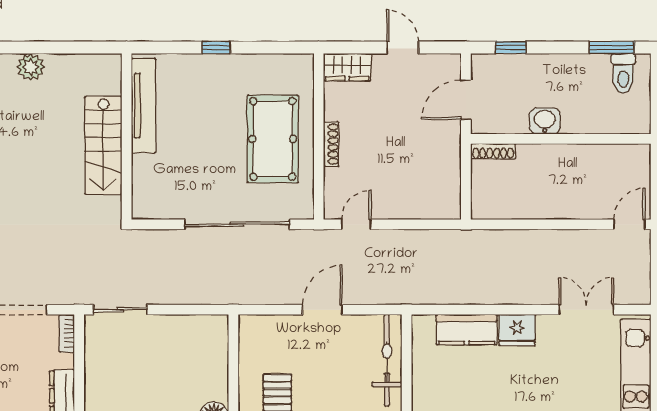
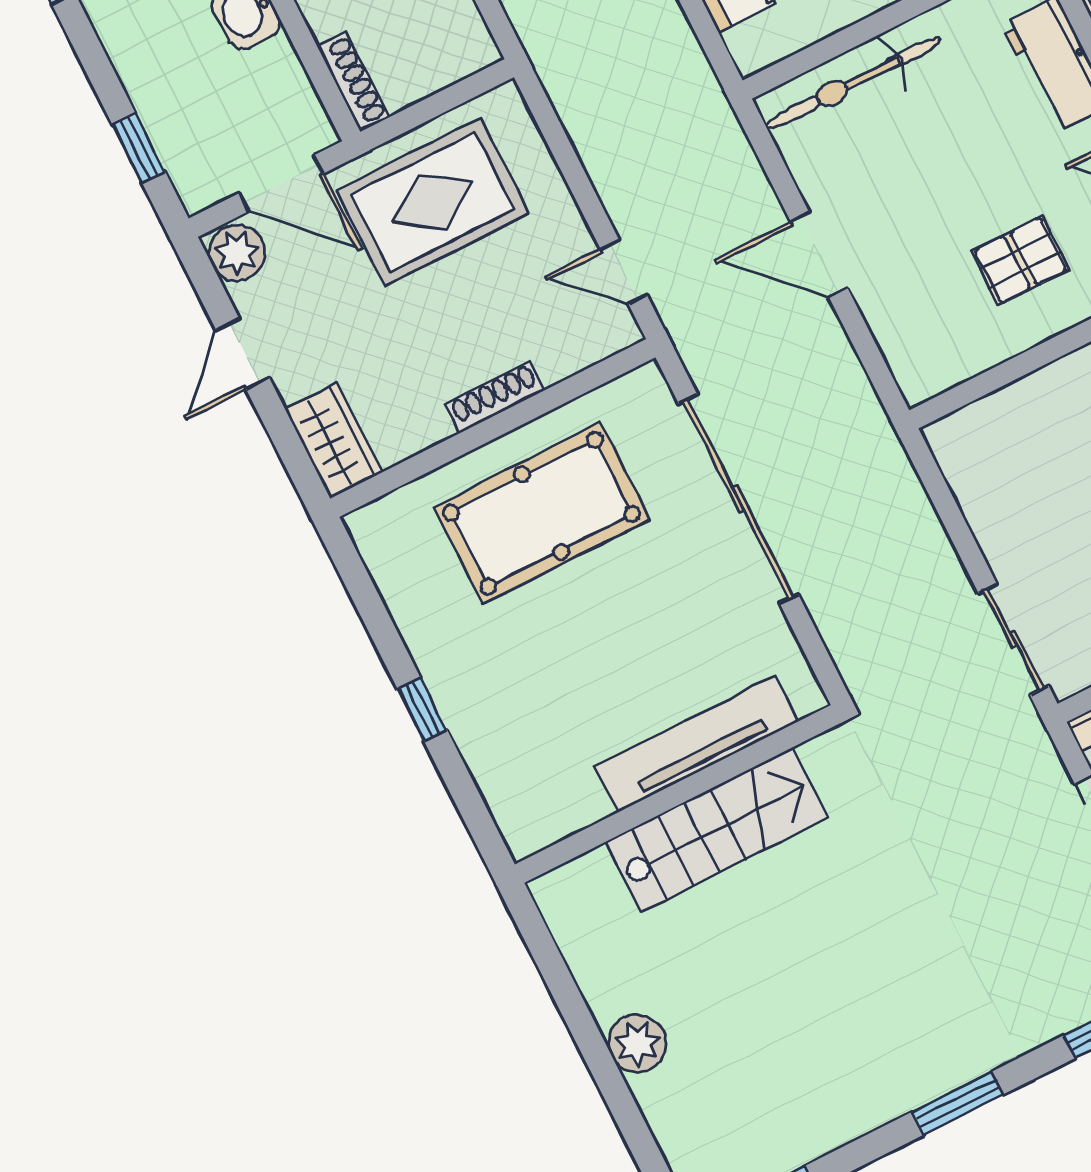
plant: (446, 67) -> (237, 253), added
tv unit: (143, 106) -> (697, 744), moved
rug: (426, 159) -> (433, 202), added

